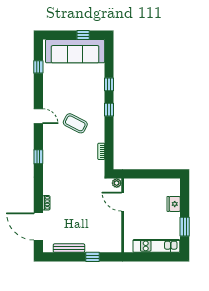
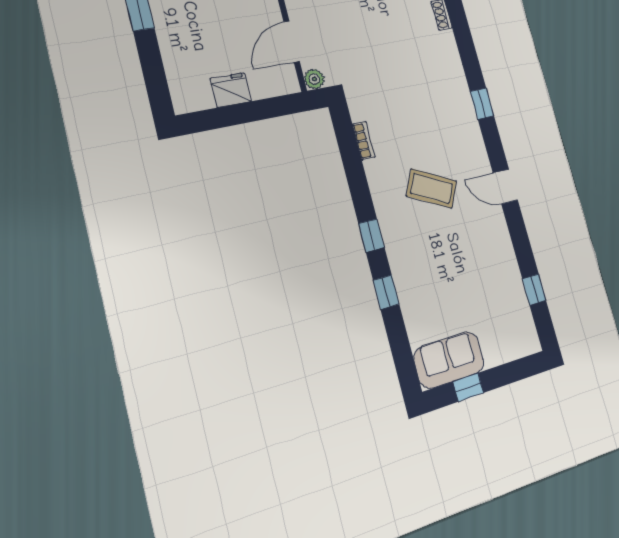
sofa: (75, 51) -> (449, 360), width x0.54, depth x0.79
door: (123, 202) -> (292, 42), swing flipped
fridge: (174, 204) -> (231, 90), moved, turned -90

